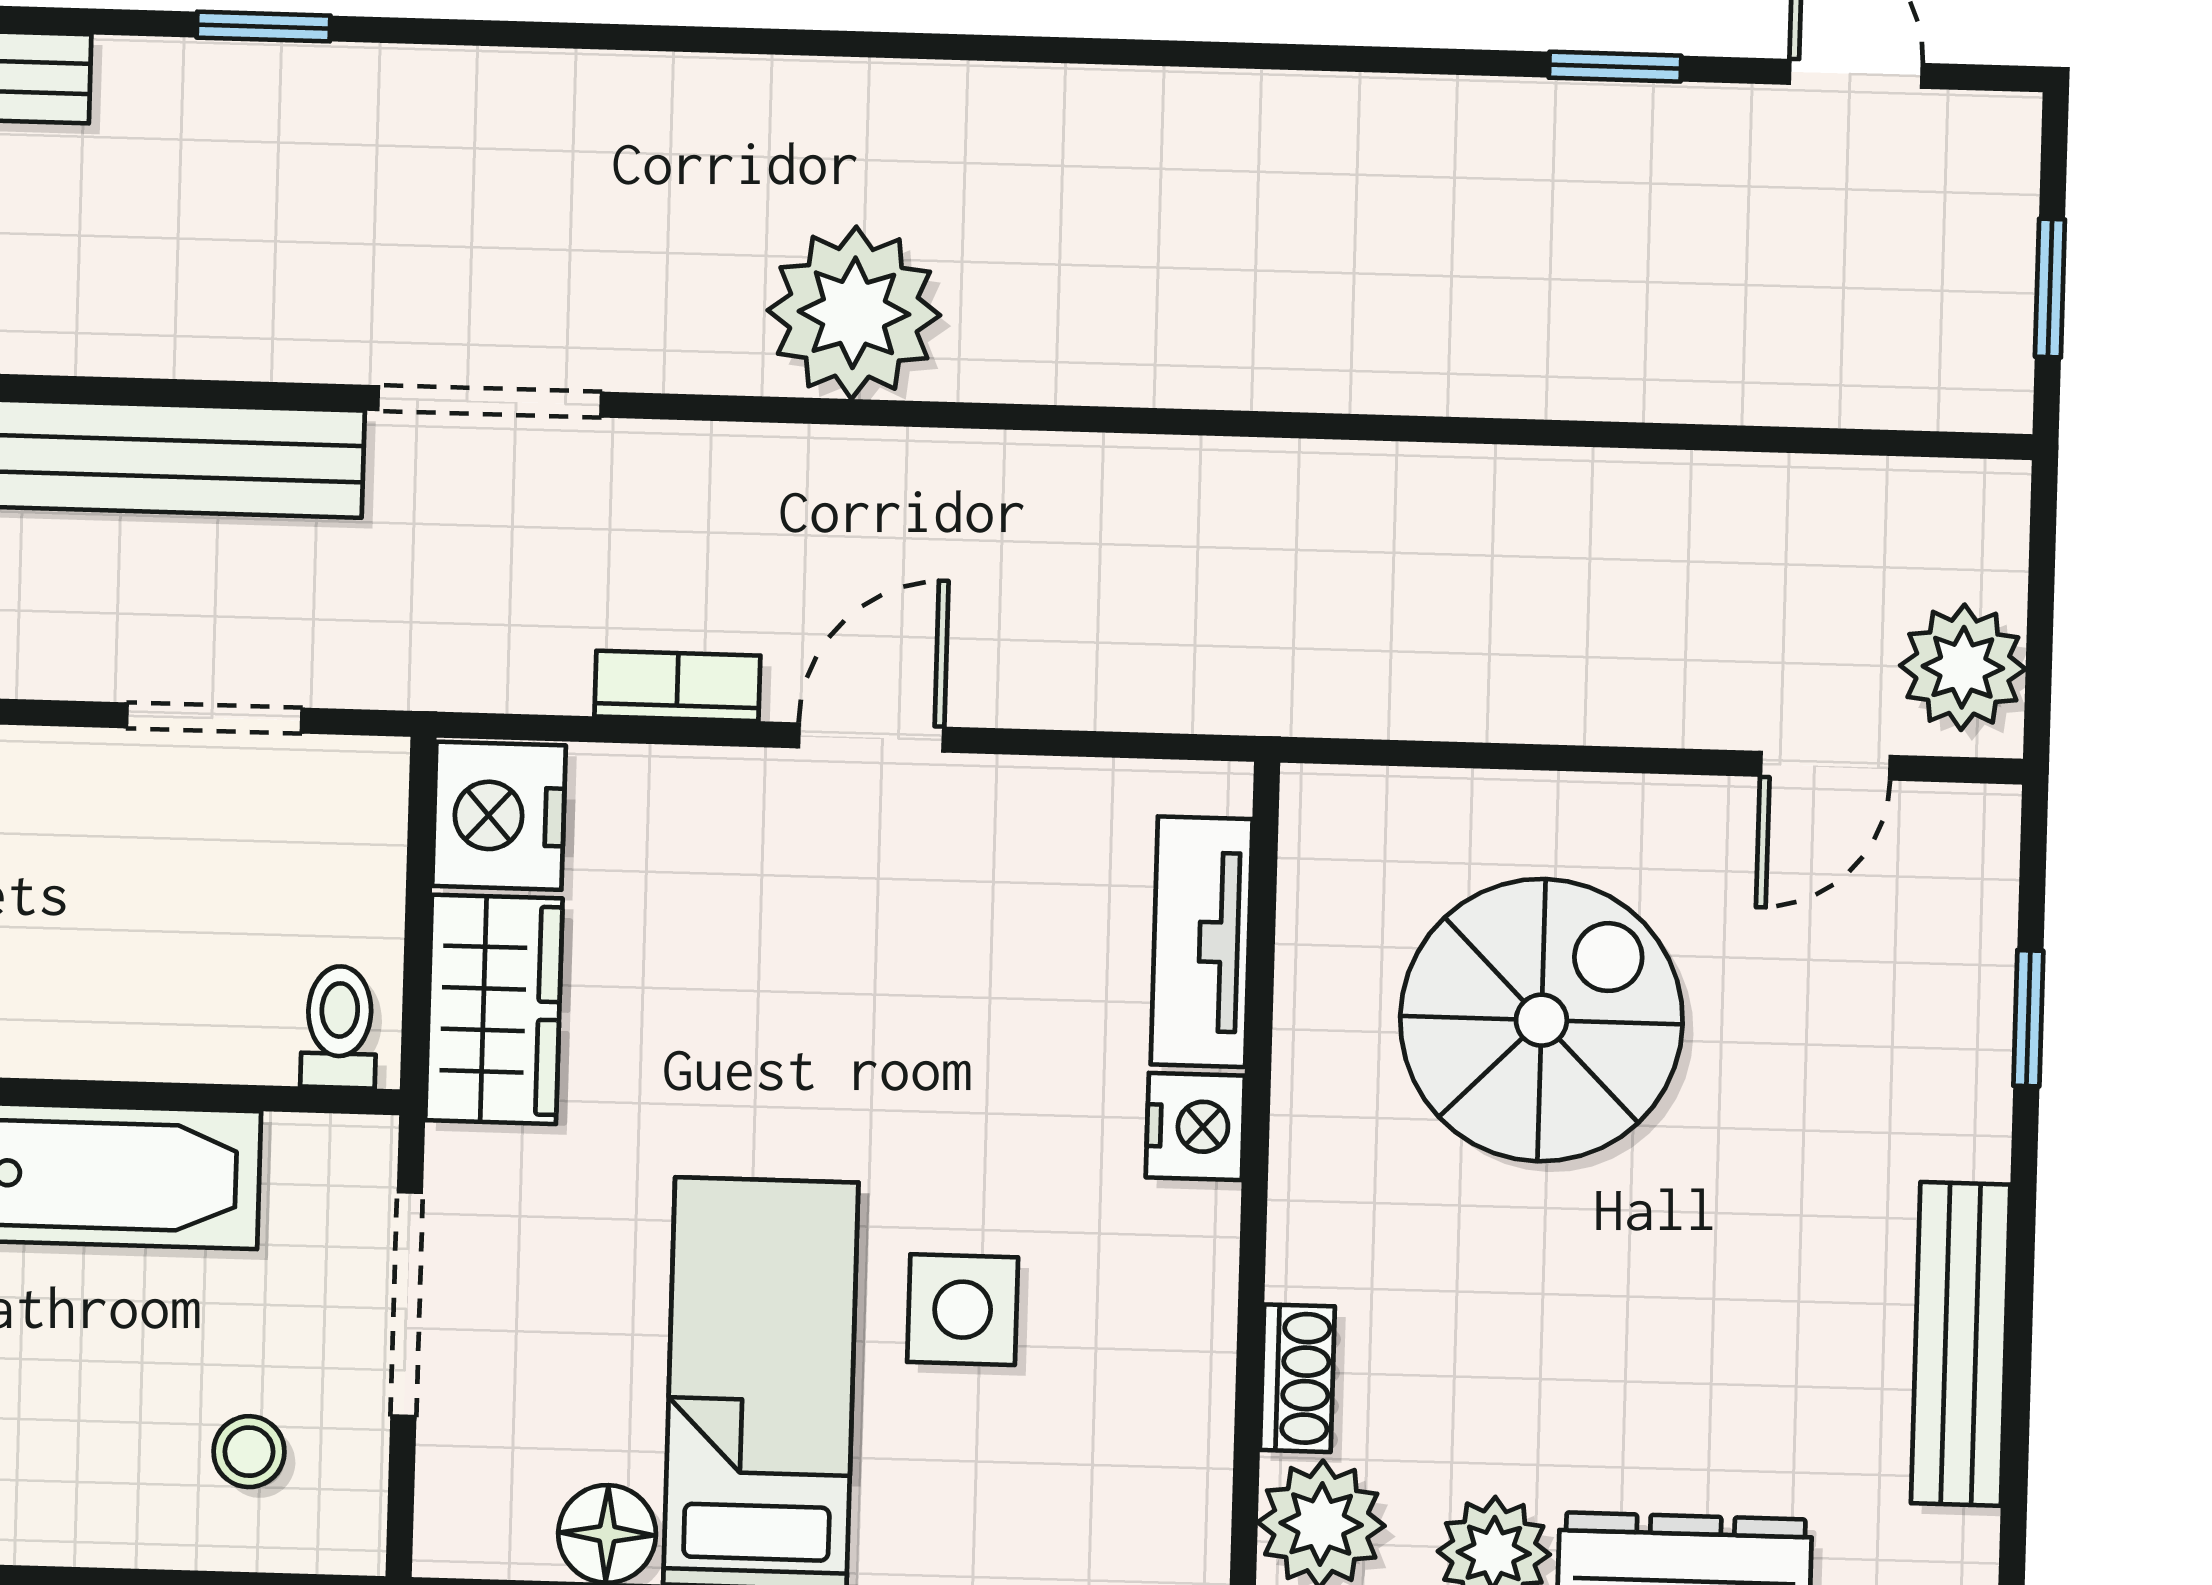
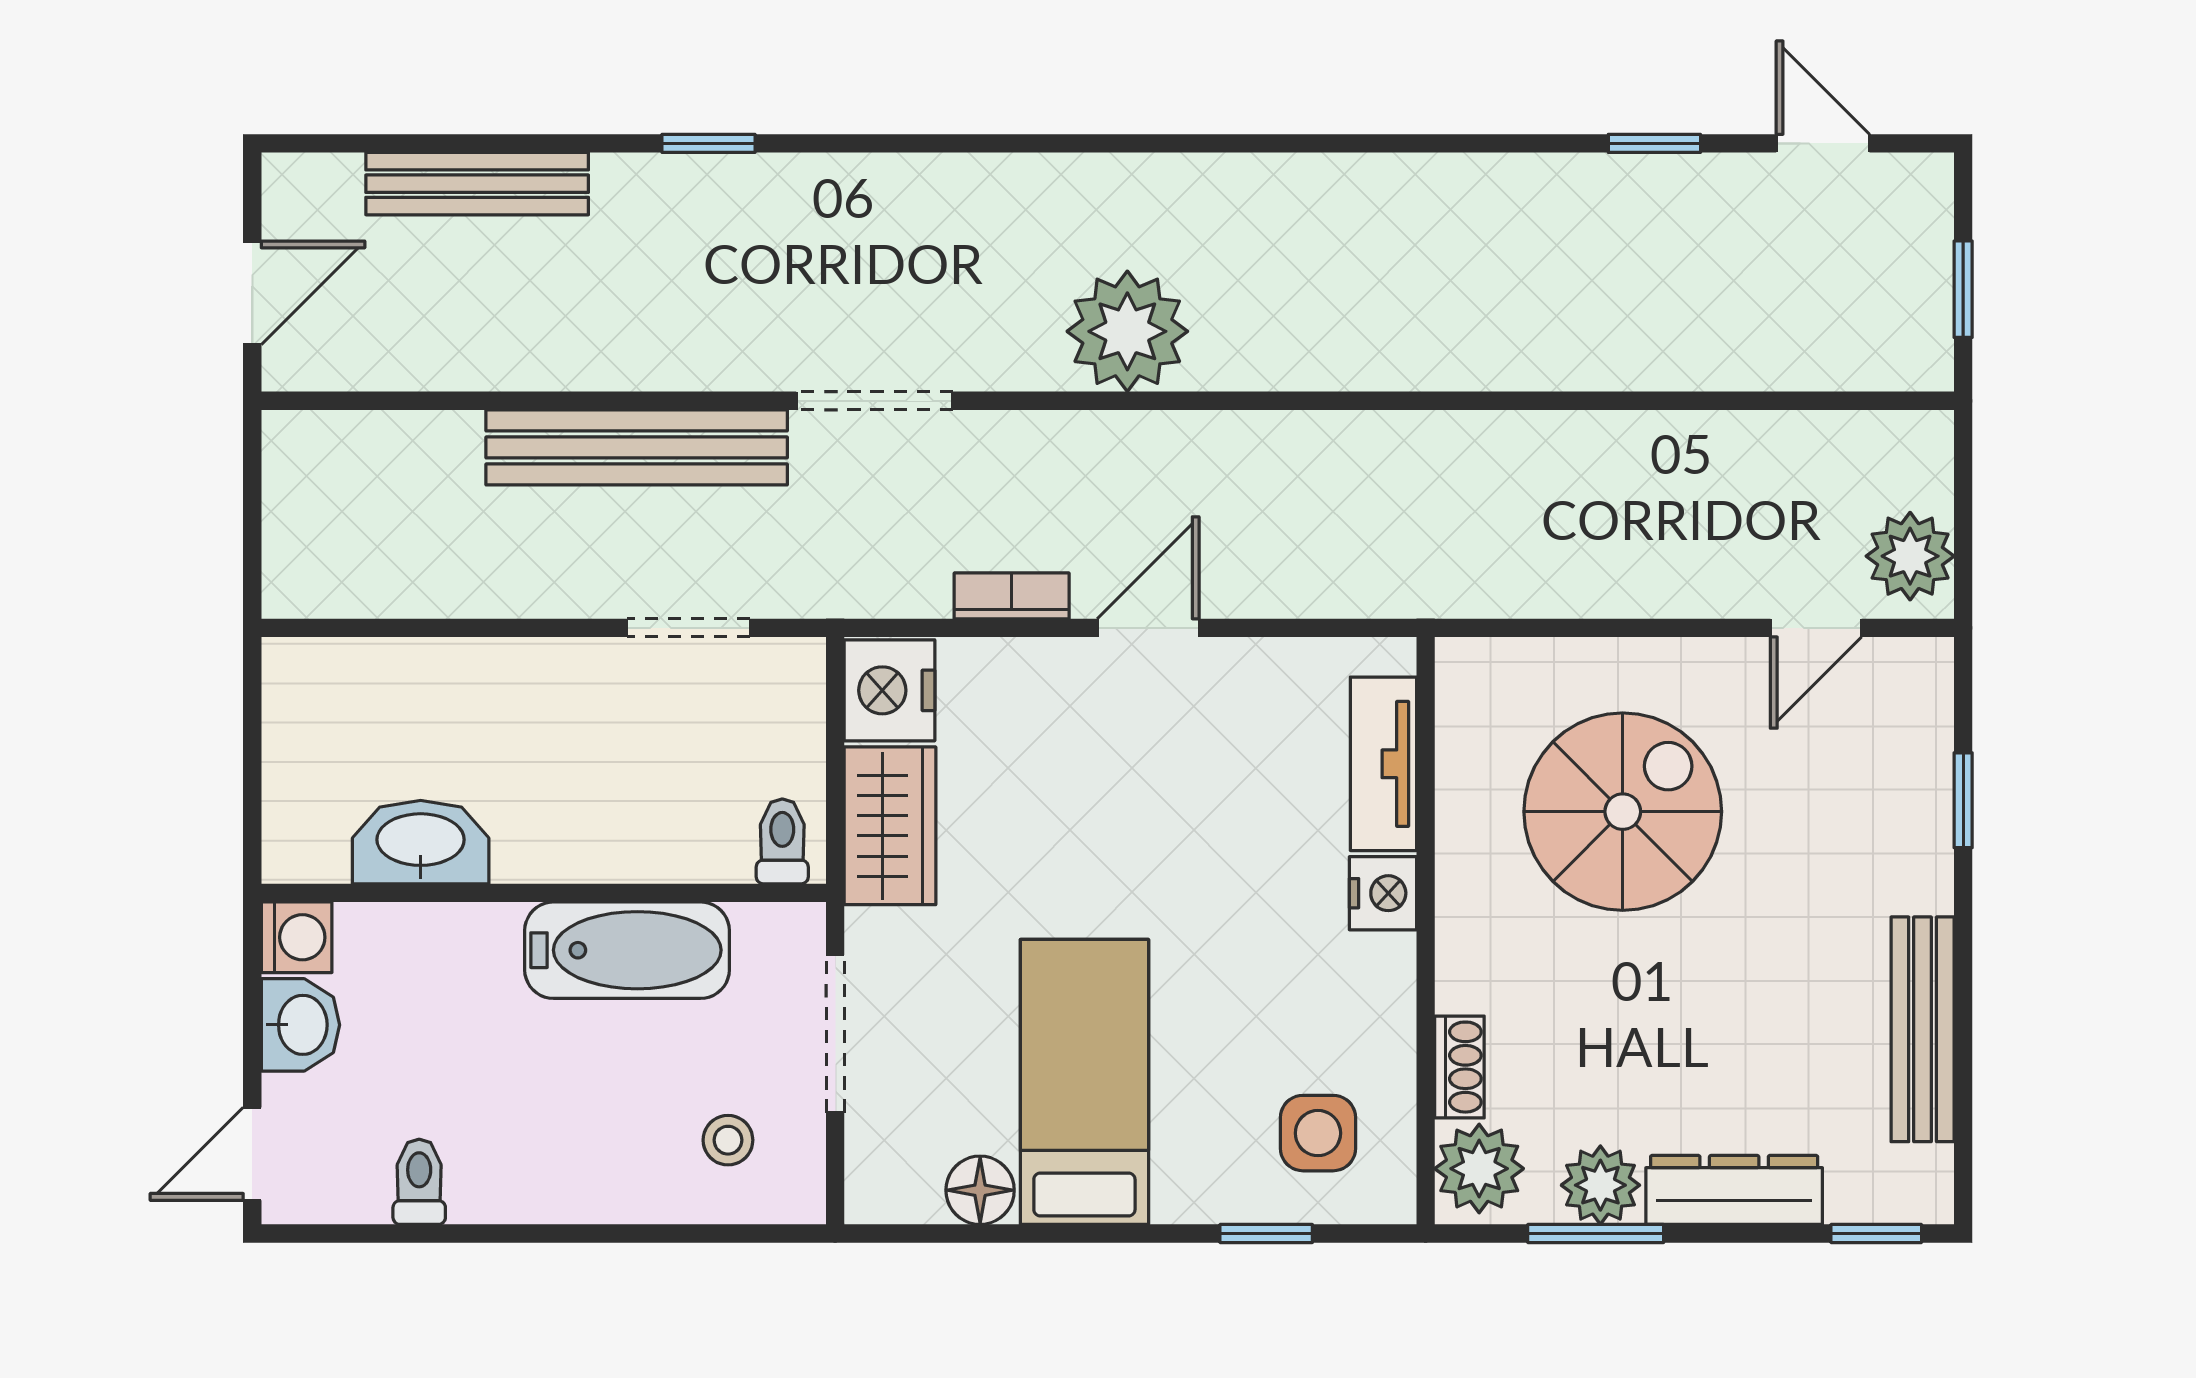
side table: (963, 1310) -> (1318, 1133), moved

